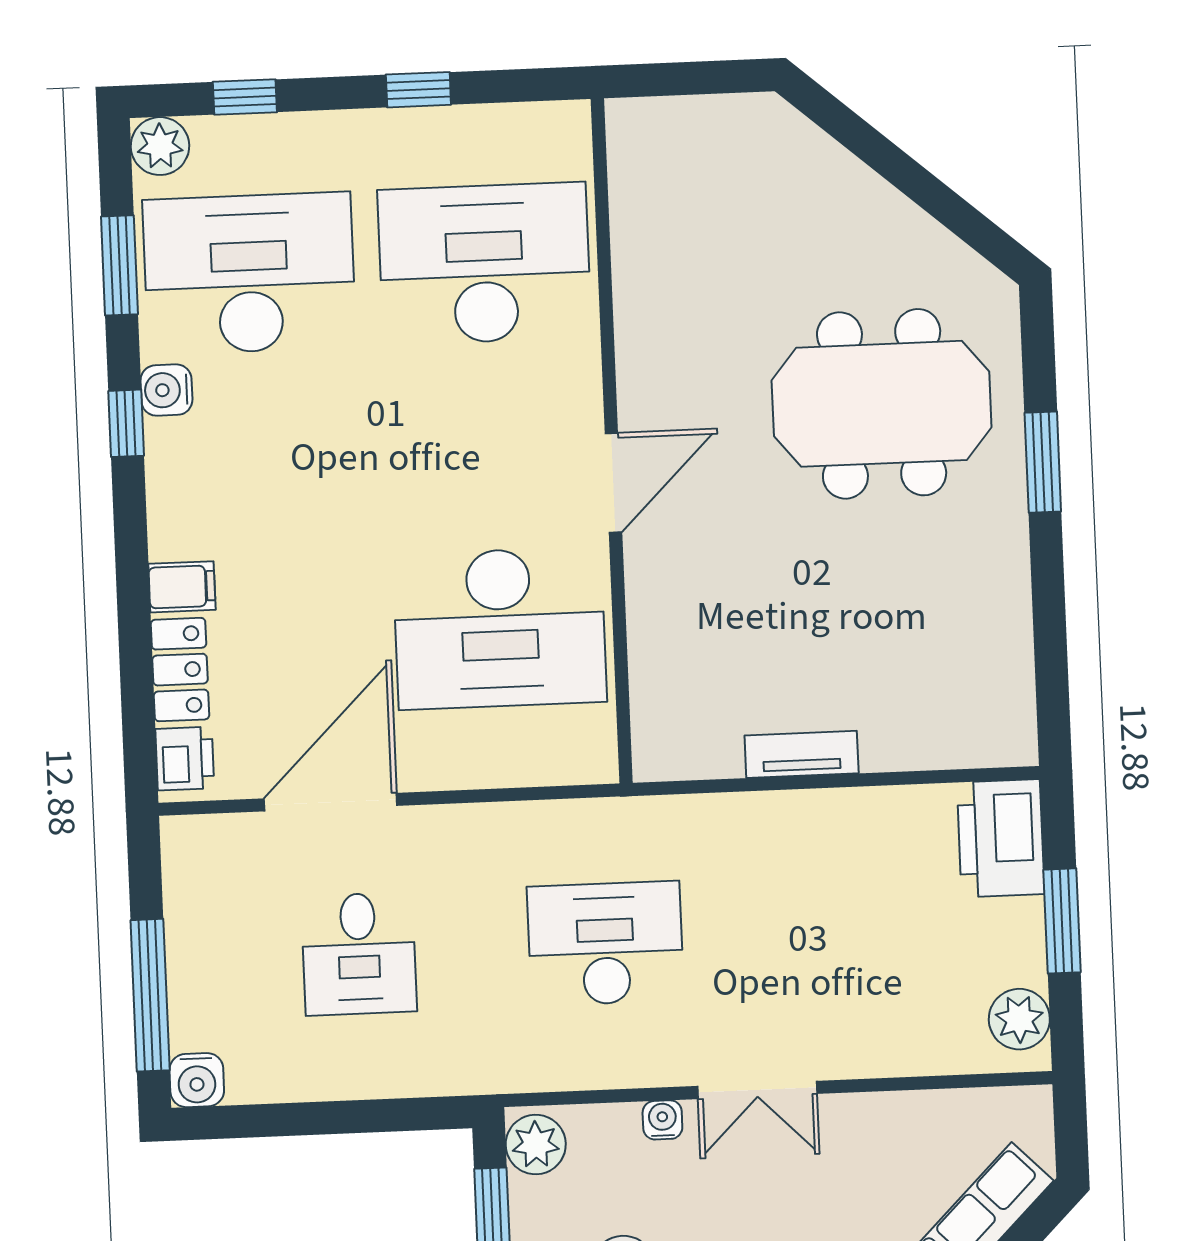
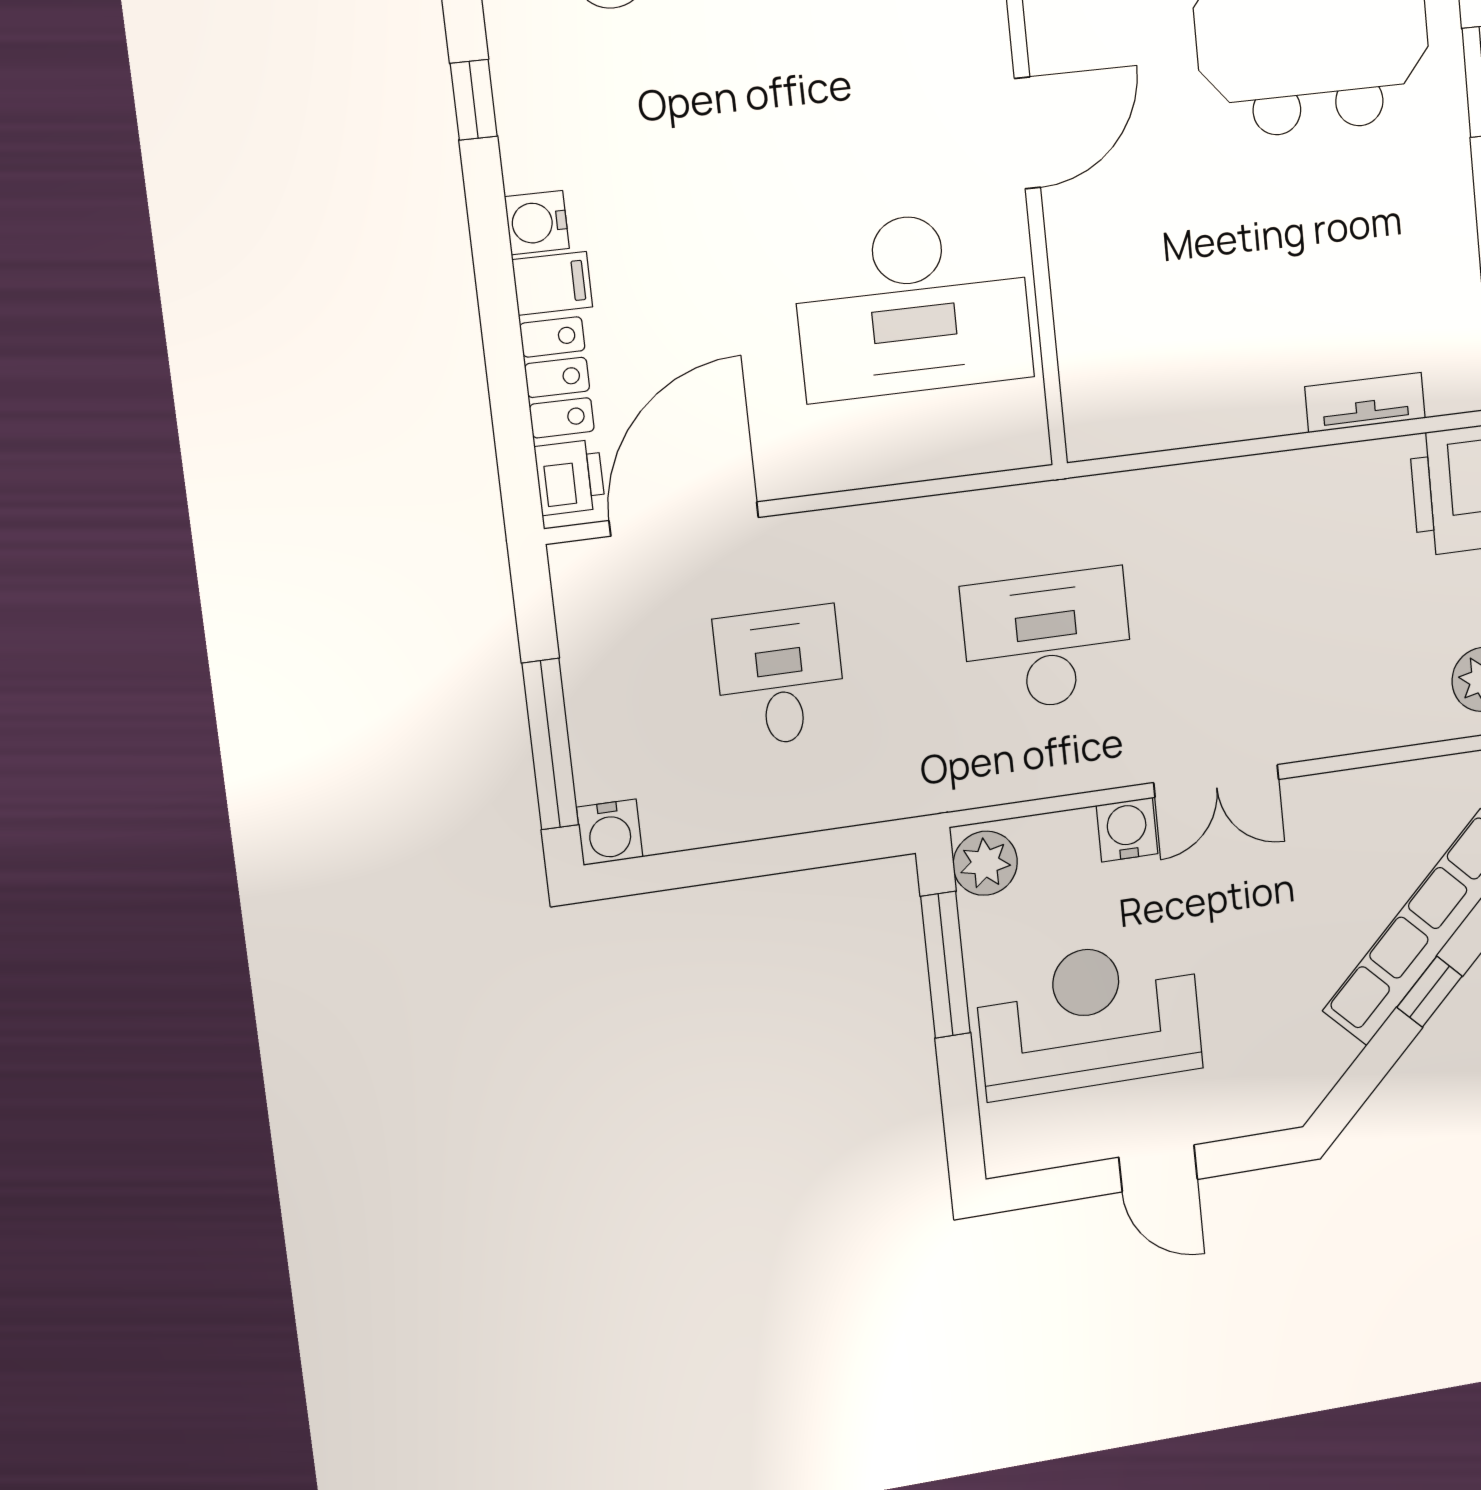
water cooler: (166, 390) -> (537, 223), moved
tv unit: (802, 754) -> (1365, 403), moved
door: (331, 802) -> (684, 519), moved
desk: (359, 954) -> (780, 676), turned 180
water cooler: (662, 1120) -> (1127, 830), width x1.38, depth x1.38

